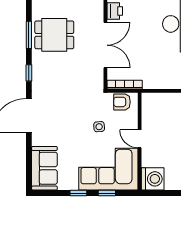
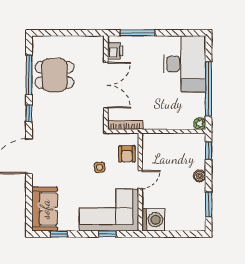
window: (29, 35) -> (29, 75), width x1.44
armchair: (122, 102) -> (127, 154), moved, turned -90
door: (140, 139) -> (140, 180), swing flipped
window: (78, 193) -> (59, 234), moved

